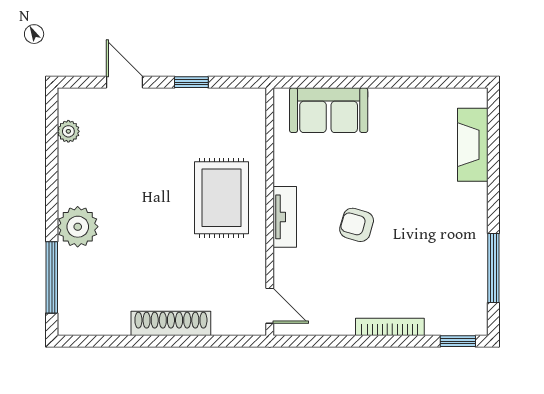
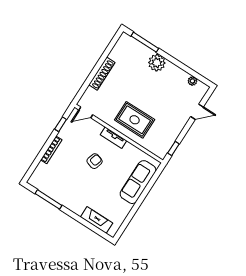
window: (191, 82) -> (173, 149), moved
sofa: (329, 110) -> (138, 182), width x1.36
window: (458, 341) -> (61, 124), moved

